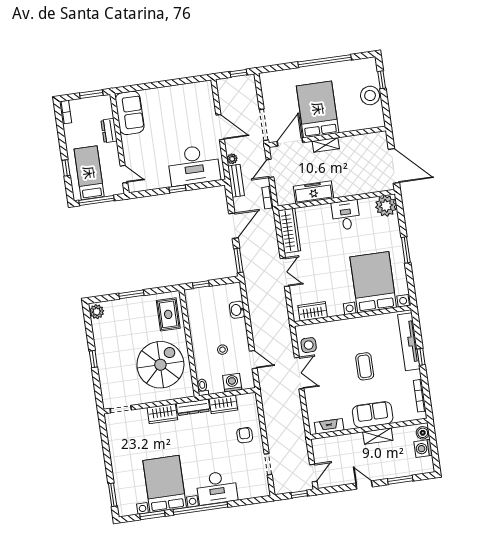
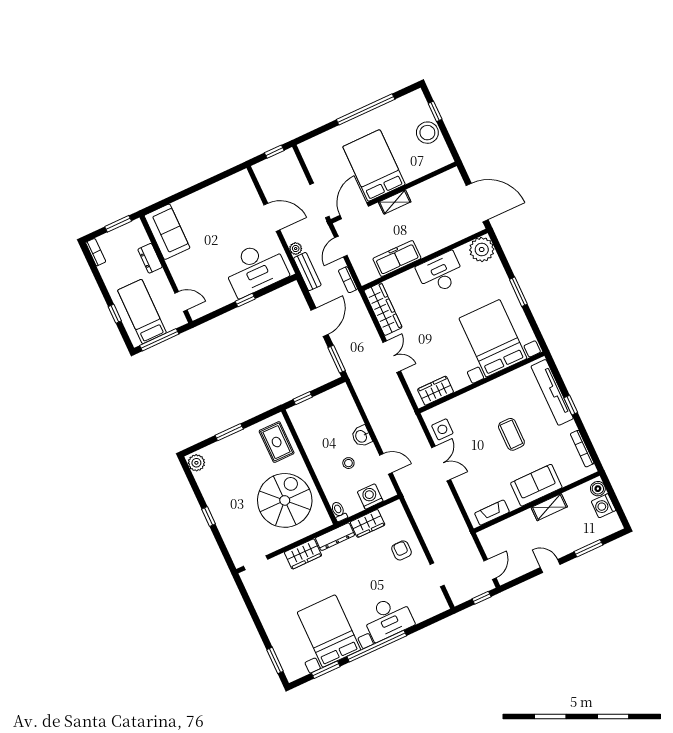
desk: (346, 215) -> (440, 273), width x1.37
washbasin: (237, 310) -> (362, 436), moved

